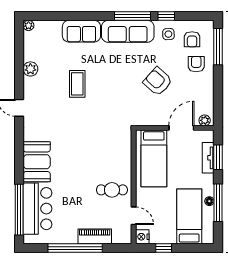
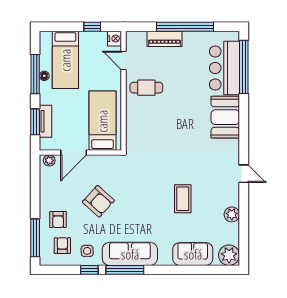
plant: (29, 25) -> (229, 255), width x1.88, depth x1.88
sofa: (81, 31) -> (193, 254), moved

